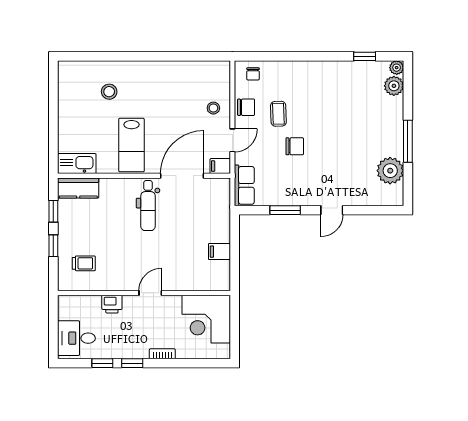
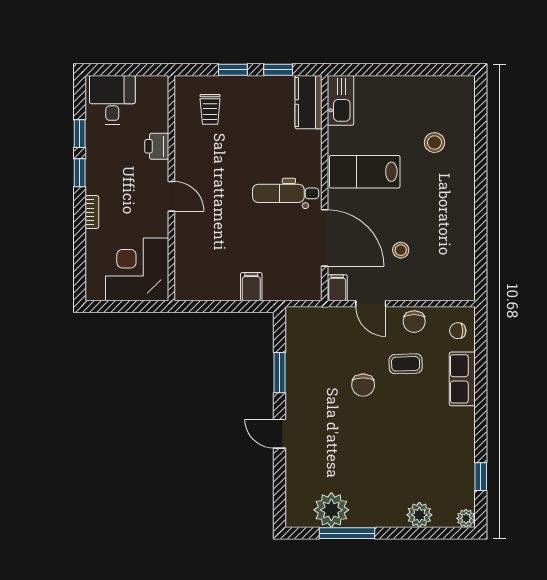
plant: (394, 86) -> (419, 515), moved
stool: (213, 108) -> (401, 250), moved
window: (408, 141) -> (347, 533), moved
row of seats: (244, 185) -> (462, 379), moved, turned 90
filing cabinet: (219, 252) -> (251, 287), moved

